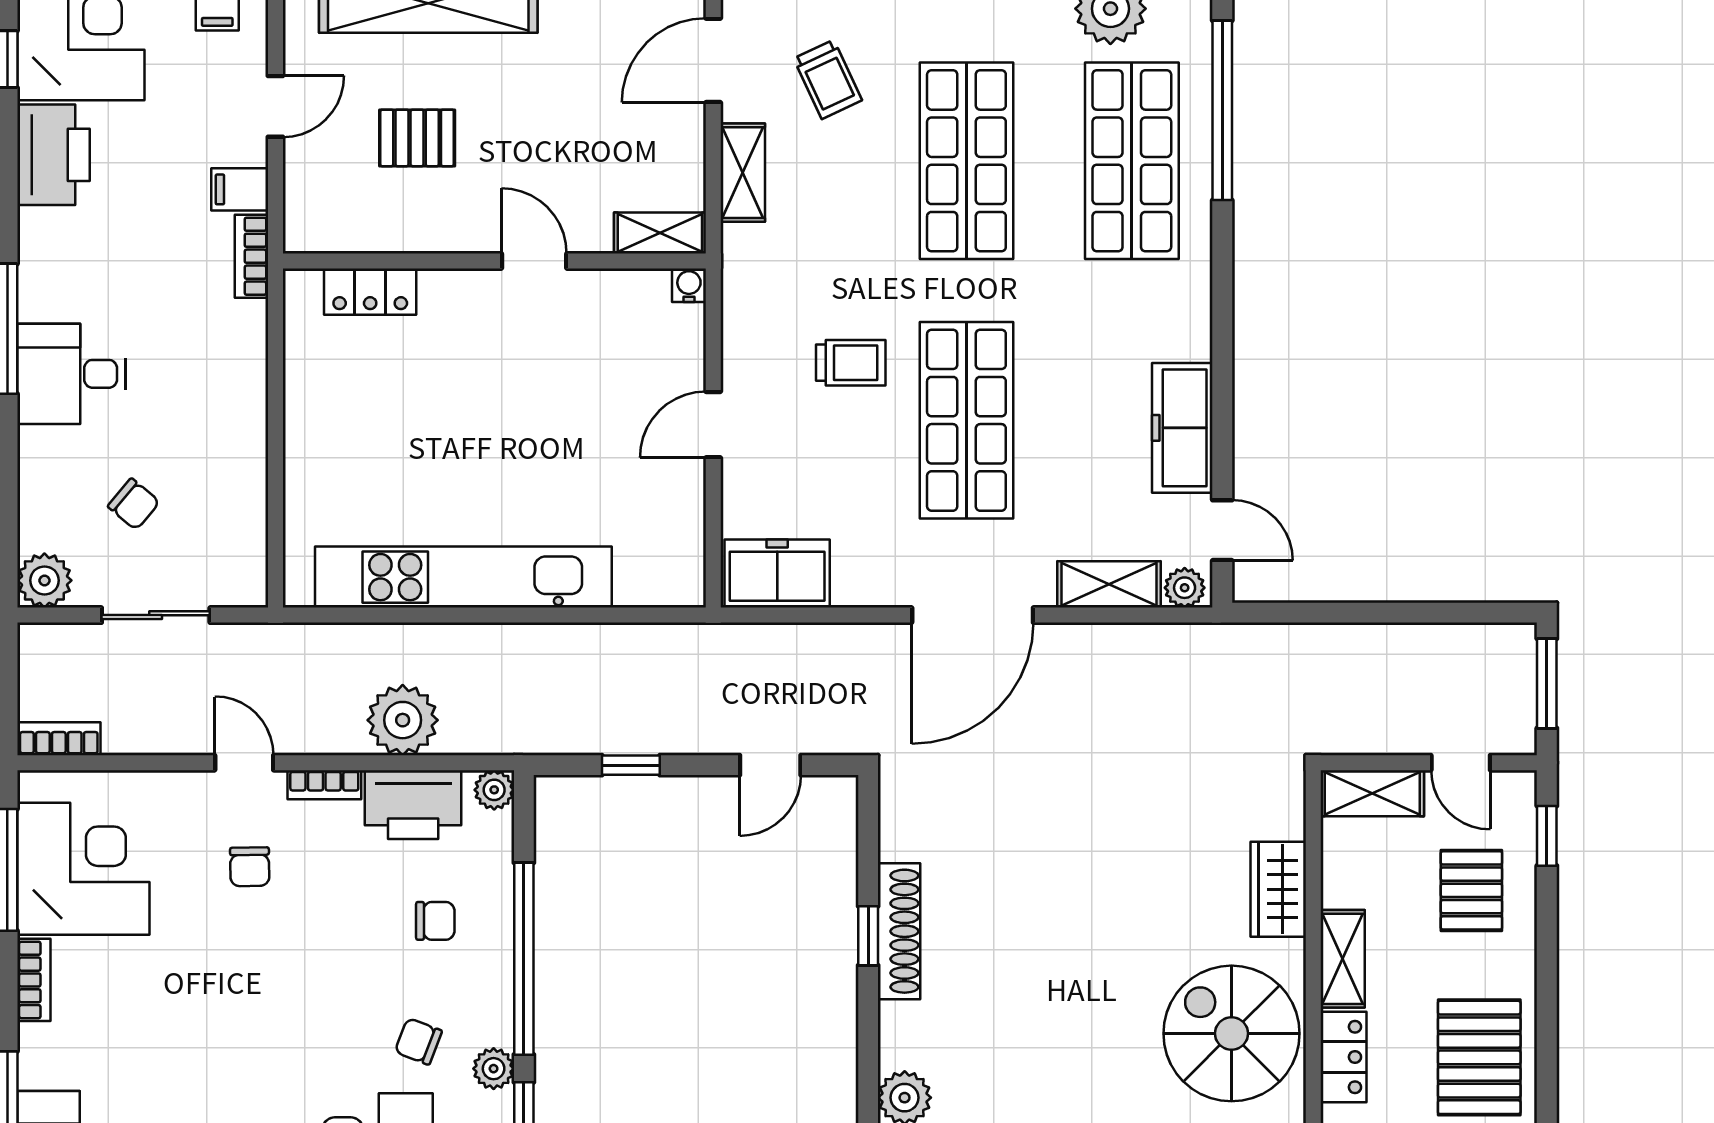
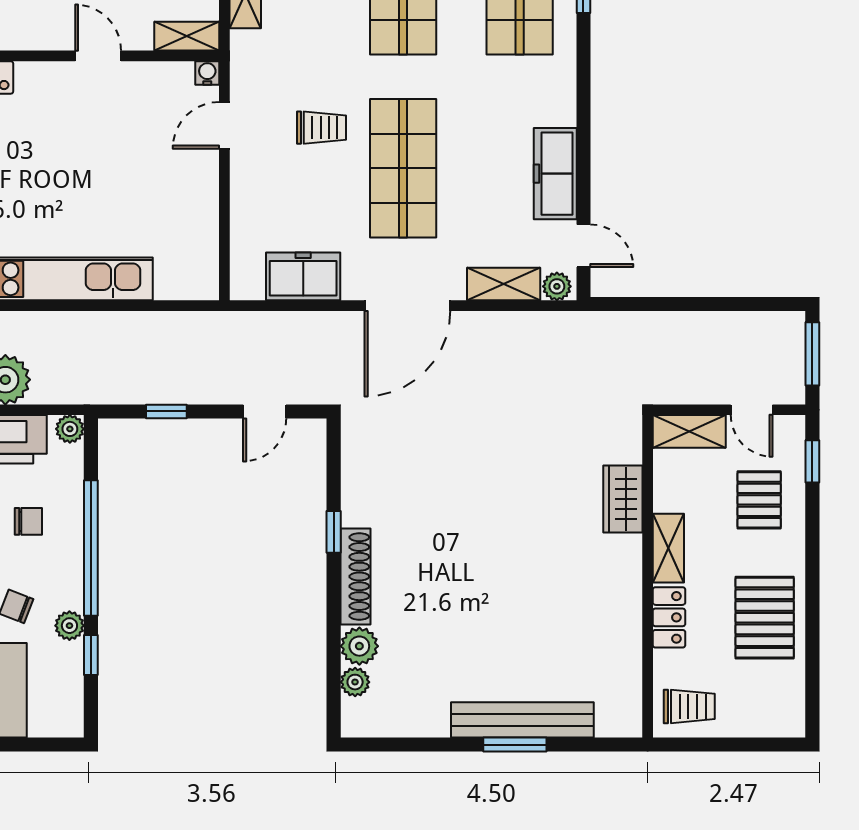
door: (713, 425) -> (224, 125), moved
freezer: (777, 574) -> (303, 276), moved
shoe rack: (899, 931) -> (355, 576), moved
spiral stairs: (1231, 1033) -> (590, 601), removed

